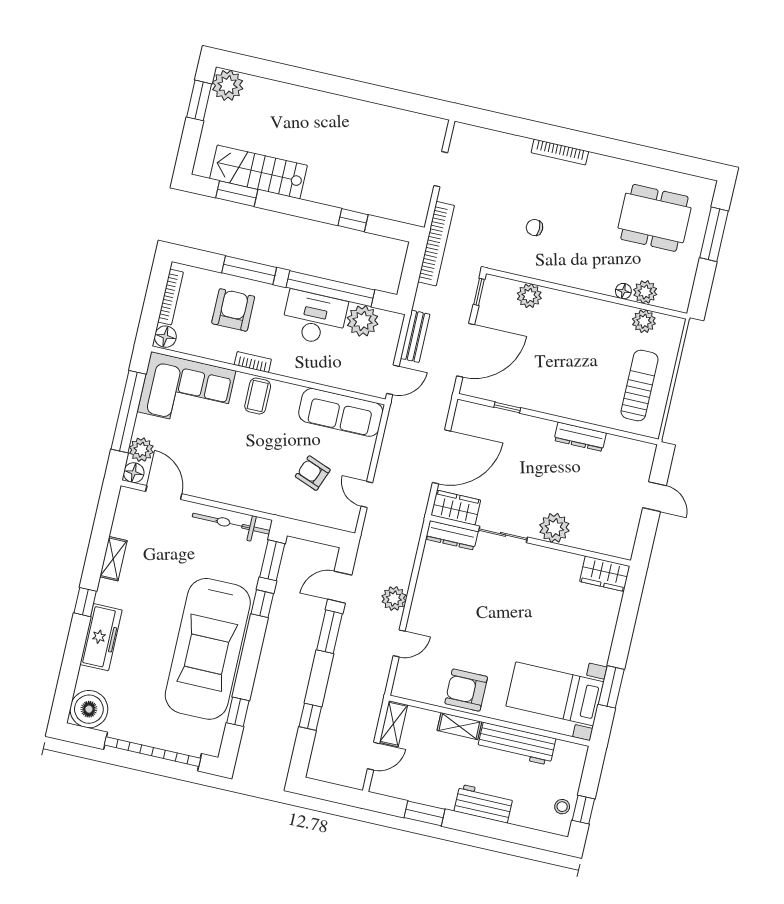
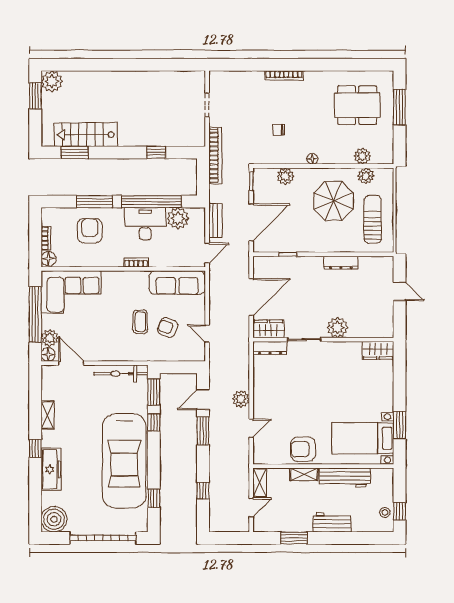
floor lamp: (623, 291) -> (312, 159), moved
bookcase: (170, 297) -> (46, 238), width x0.64
parasol: (590, 347) -> (334, 201), added
bookcase: (253, 362) -> (136, 262), moved
coffee table: (258, 396) -> (140, 322), moved

